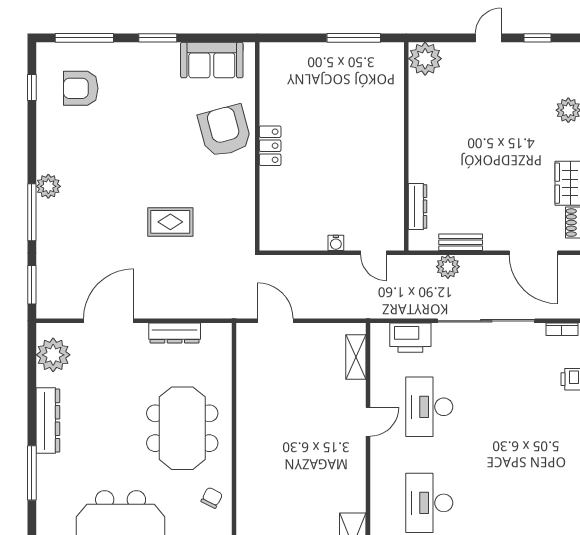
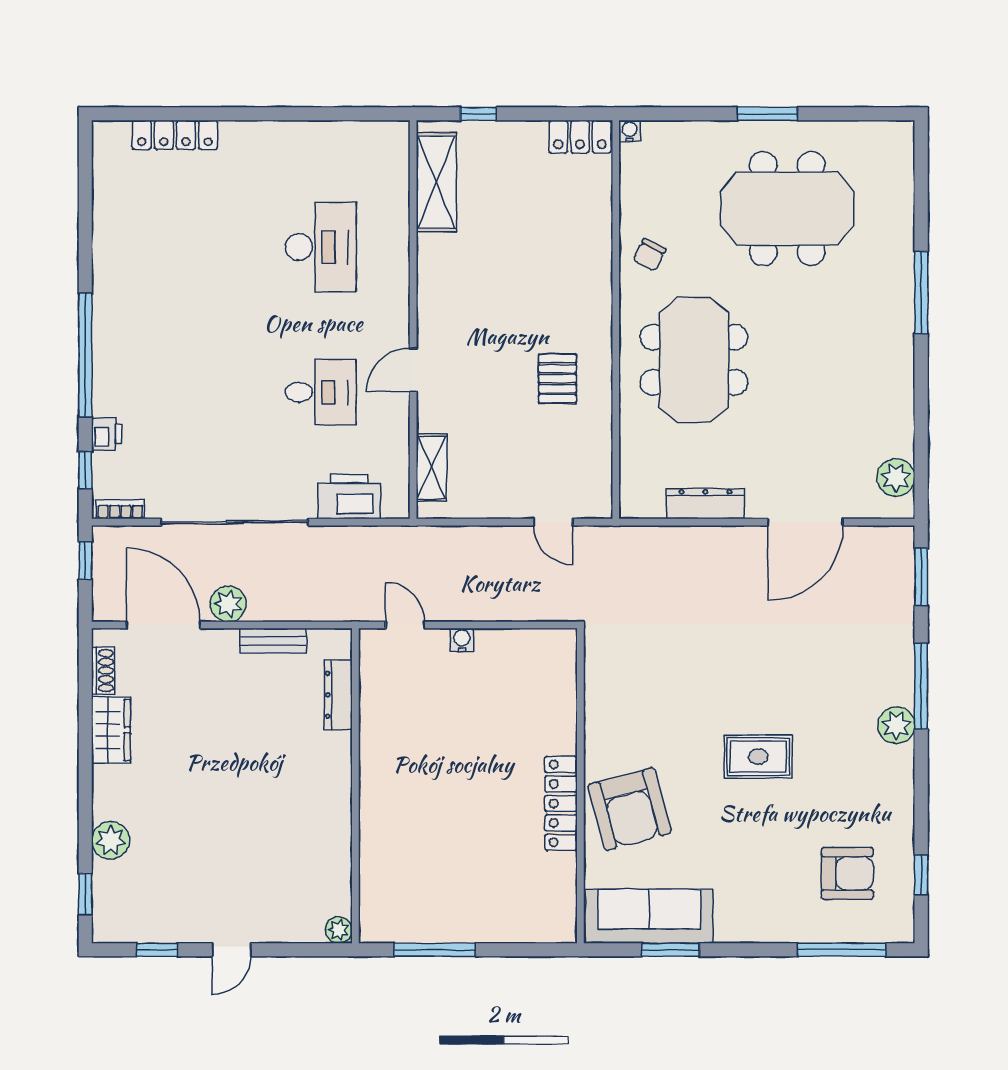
window: (158, 38) -> (671, 950), moved
plant: (425, 59) -> (339, 930), width x0.53, depth x0.53
sofa: (212, 60) -> (649, 916), width x1.36
locker: (270, 146) -> (561, 803), width x1.53
rug: (170, 222) -> (758, 757), moved
plant: (448, 267) -> (228, 604), moved
door: (275, 321) -> (553, 522), width x0.73
plant: (53, 355) -> (896, 478), width x0.73, depth x0.73
desk: (429, 407) -> (321, 392), width x0.73
pallet: (273, 416) -> (557, 379), added
dresser: (48, 421) -> (897, 371), removed

